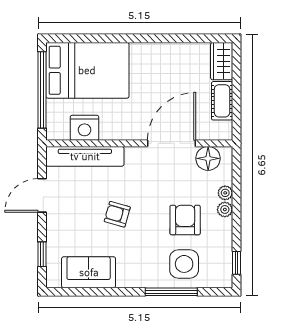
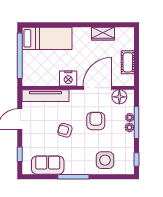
wardrobe: (222, 61) -> (103, 34), moved, turned -90
bed: (87, 70) -> (47, 38), width x0.67
nightstand: (85, 128) -> (68, 78), moved
window: (236, 201) -> (136, 122), added
armchair: (185, 220) -> (96, 121), moved
window: (171, 292) -> (73, 177), moved

